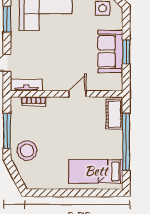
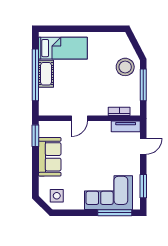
window: (126, 52) -> (35, 136), moved
cot: (114, 114) -> (46, 74), moved

